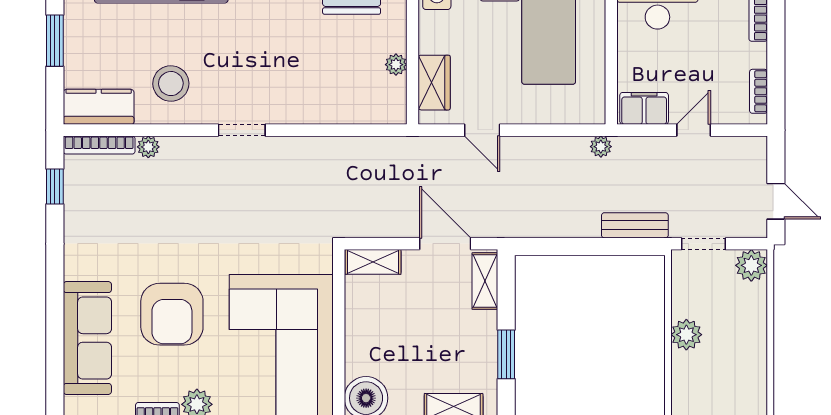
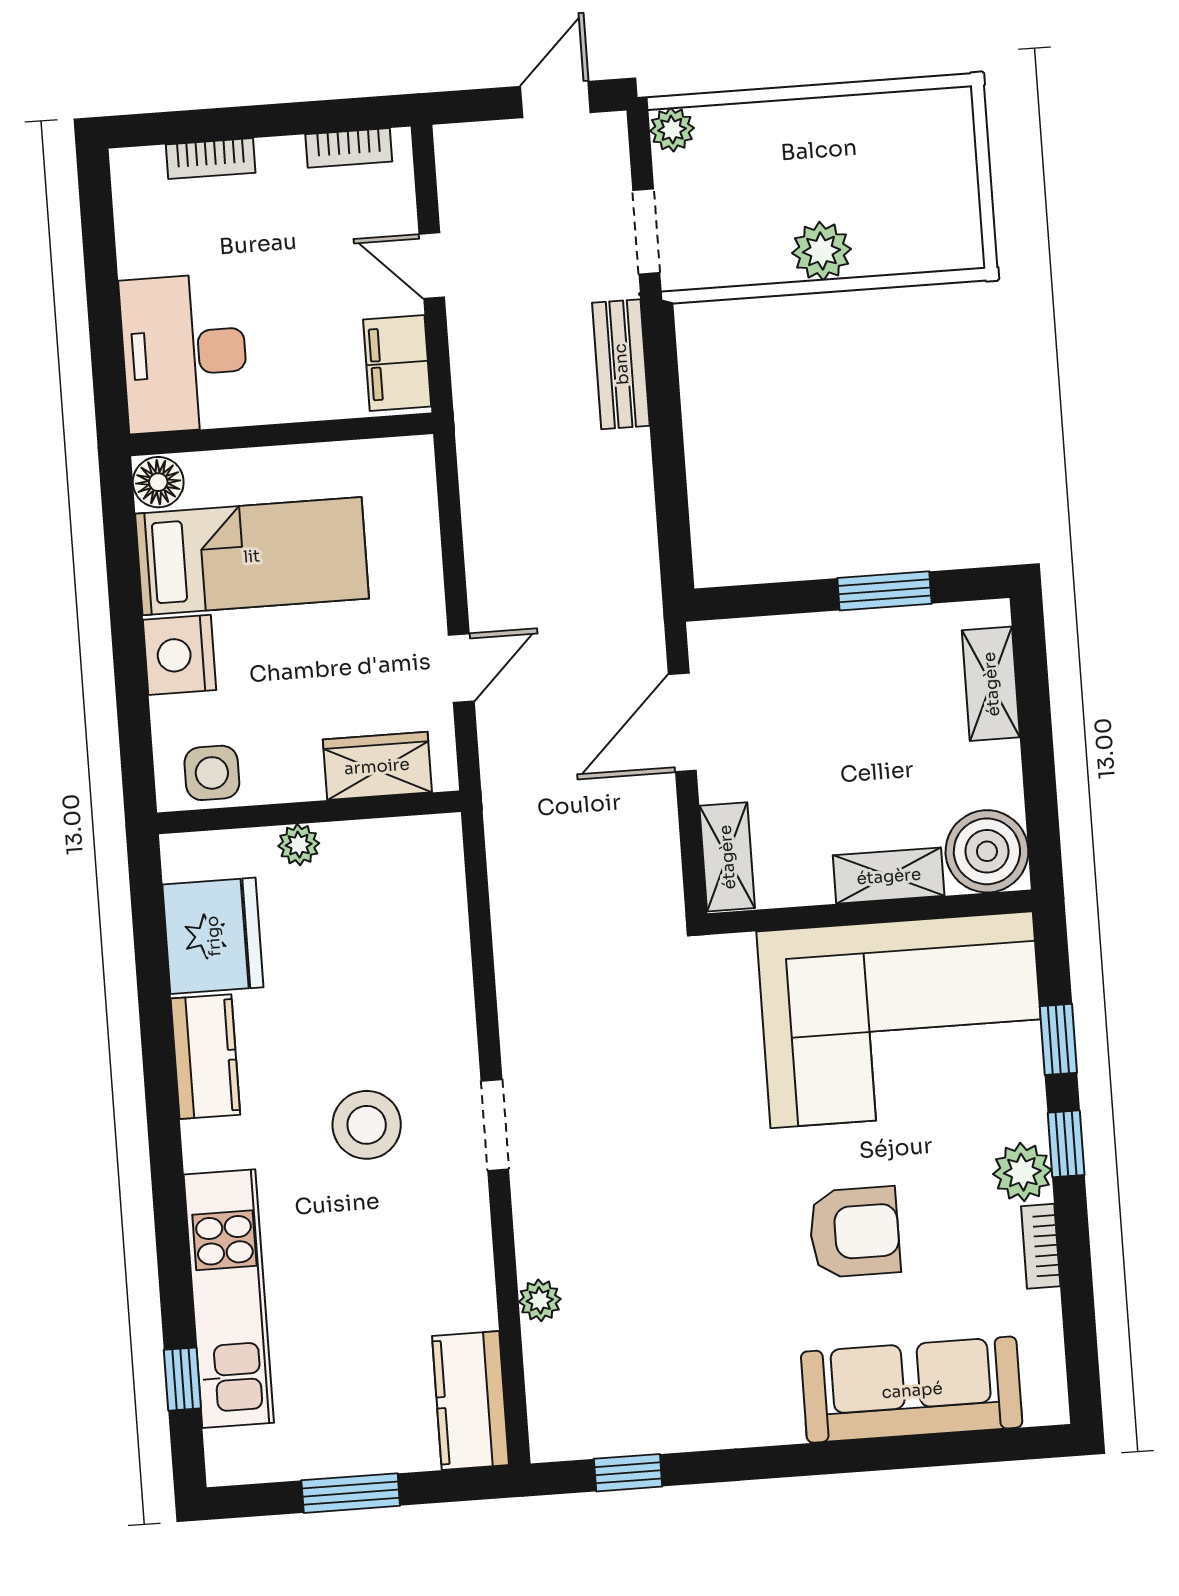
plant: (396, 65) -> (299, 845), moved
stool: (171, 84) -> (367, 1125), moved
bookcase: (99, 145) -> (543, 1394), removed
plant: (601, 147) -> (476, 440), removed
plant: (751, 265) -> (672, 129), width x0.73, depth x0.73
shelving: (485, 281) -> (889, 876), moved
armchair: (172, 314) -> (854, 1232), width x0.73, depth x0.73

